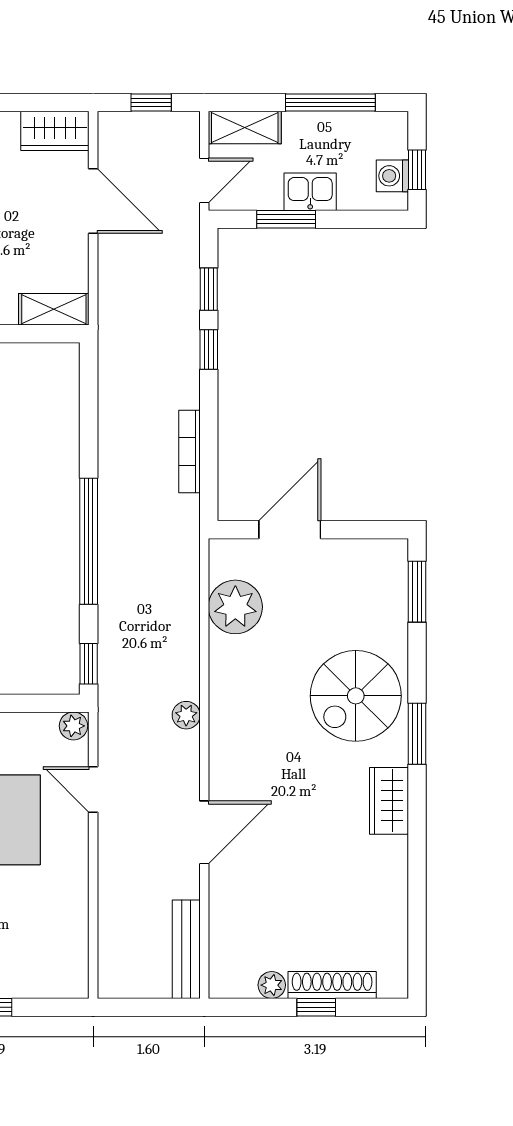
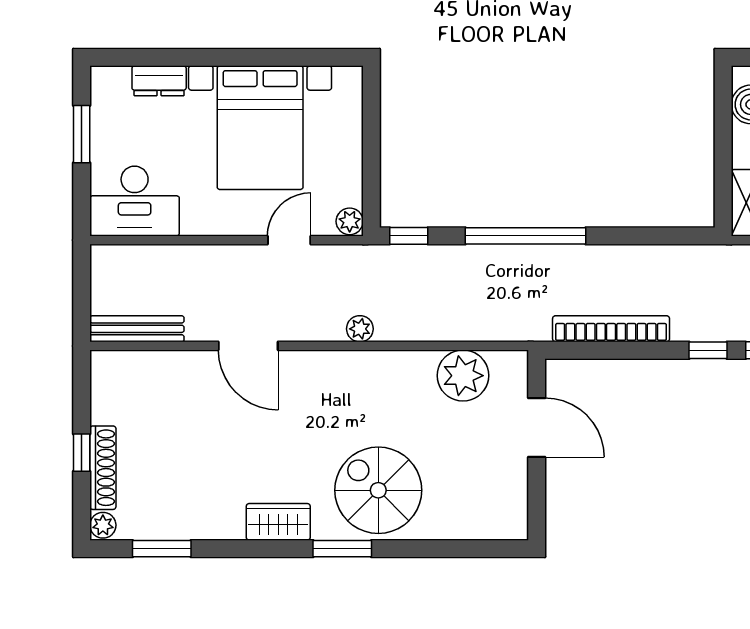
bookcase: (189, 451) -> (611, 329), width x1.48, depth x1.31
window: (417, 592) -> (162, 549), moved
desk: (52, 952) -> (135, 201), added
plant: (272, 985) -> (103, 525), moved

